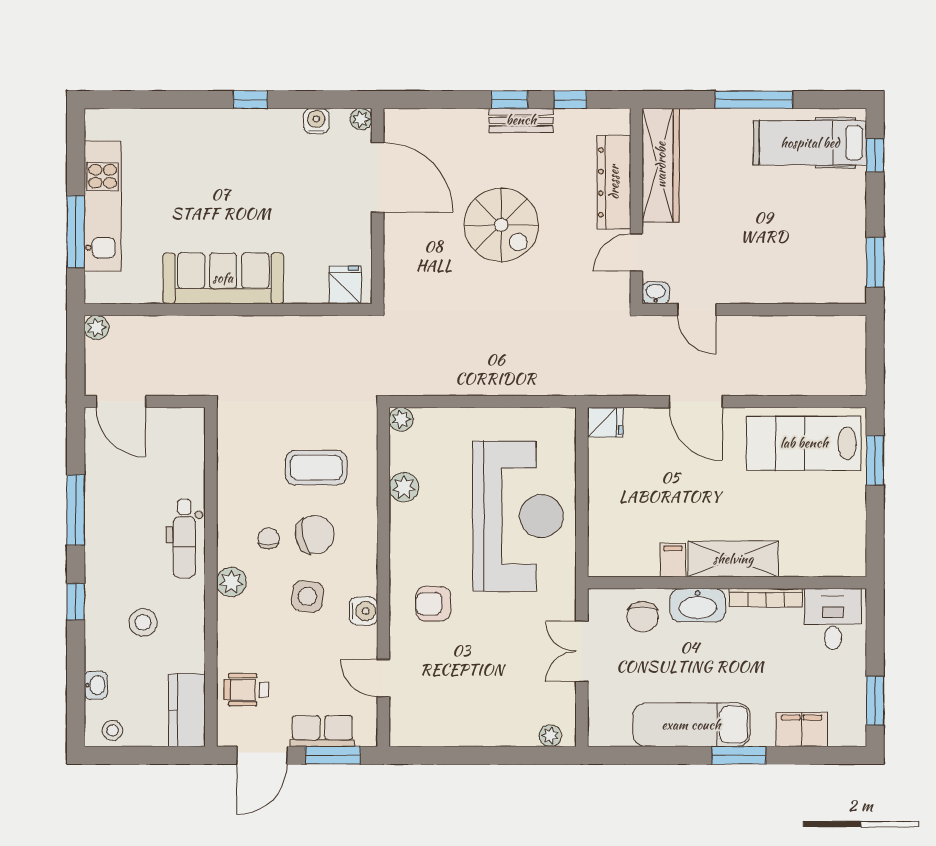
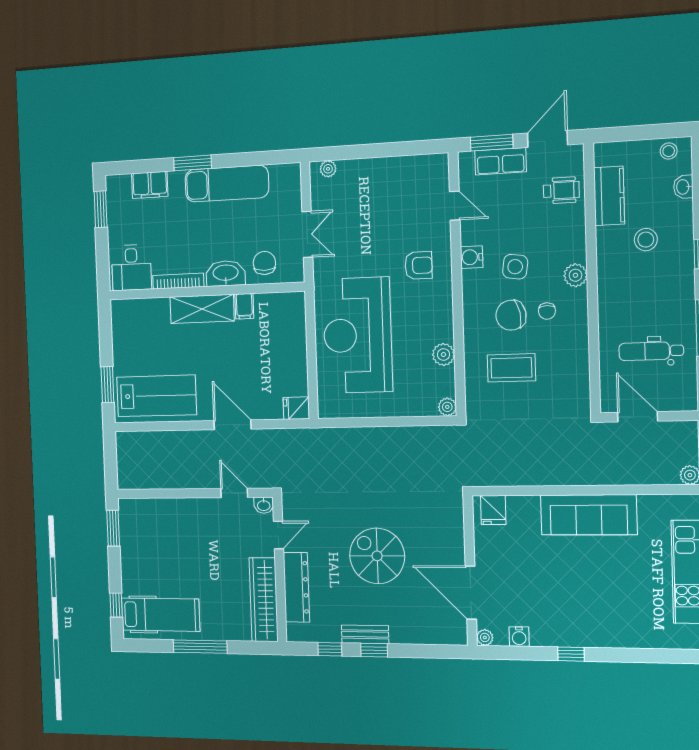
door: (121, 402) -> (638, 417), moved
dental chair: (184, 538) -> (651, 351), moved, turned -90
kitchen counter: (187, 710) -> (609, 196), moved

